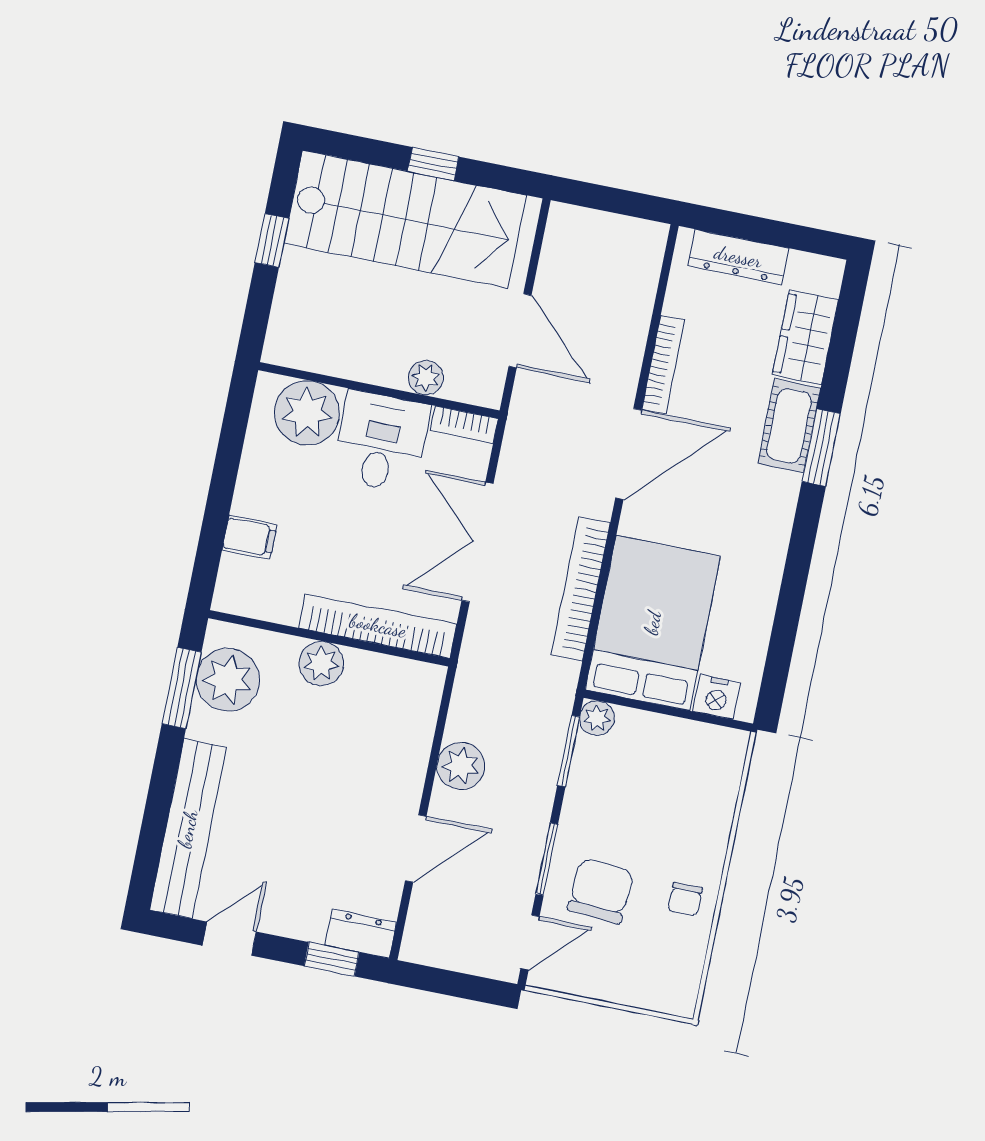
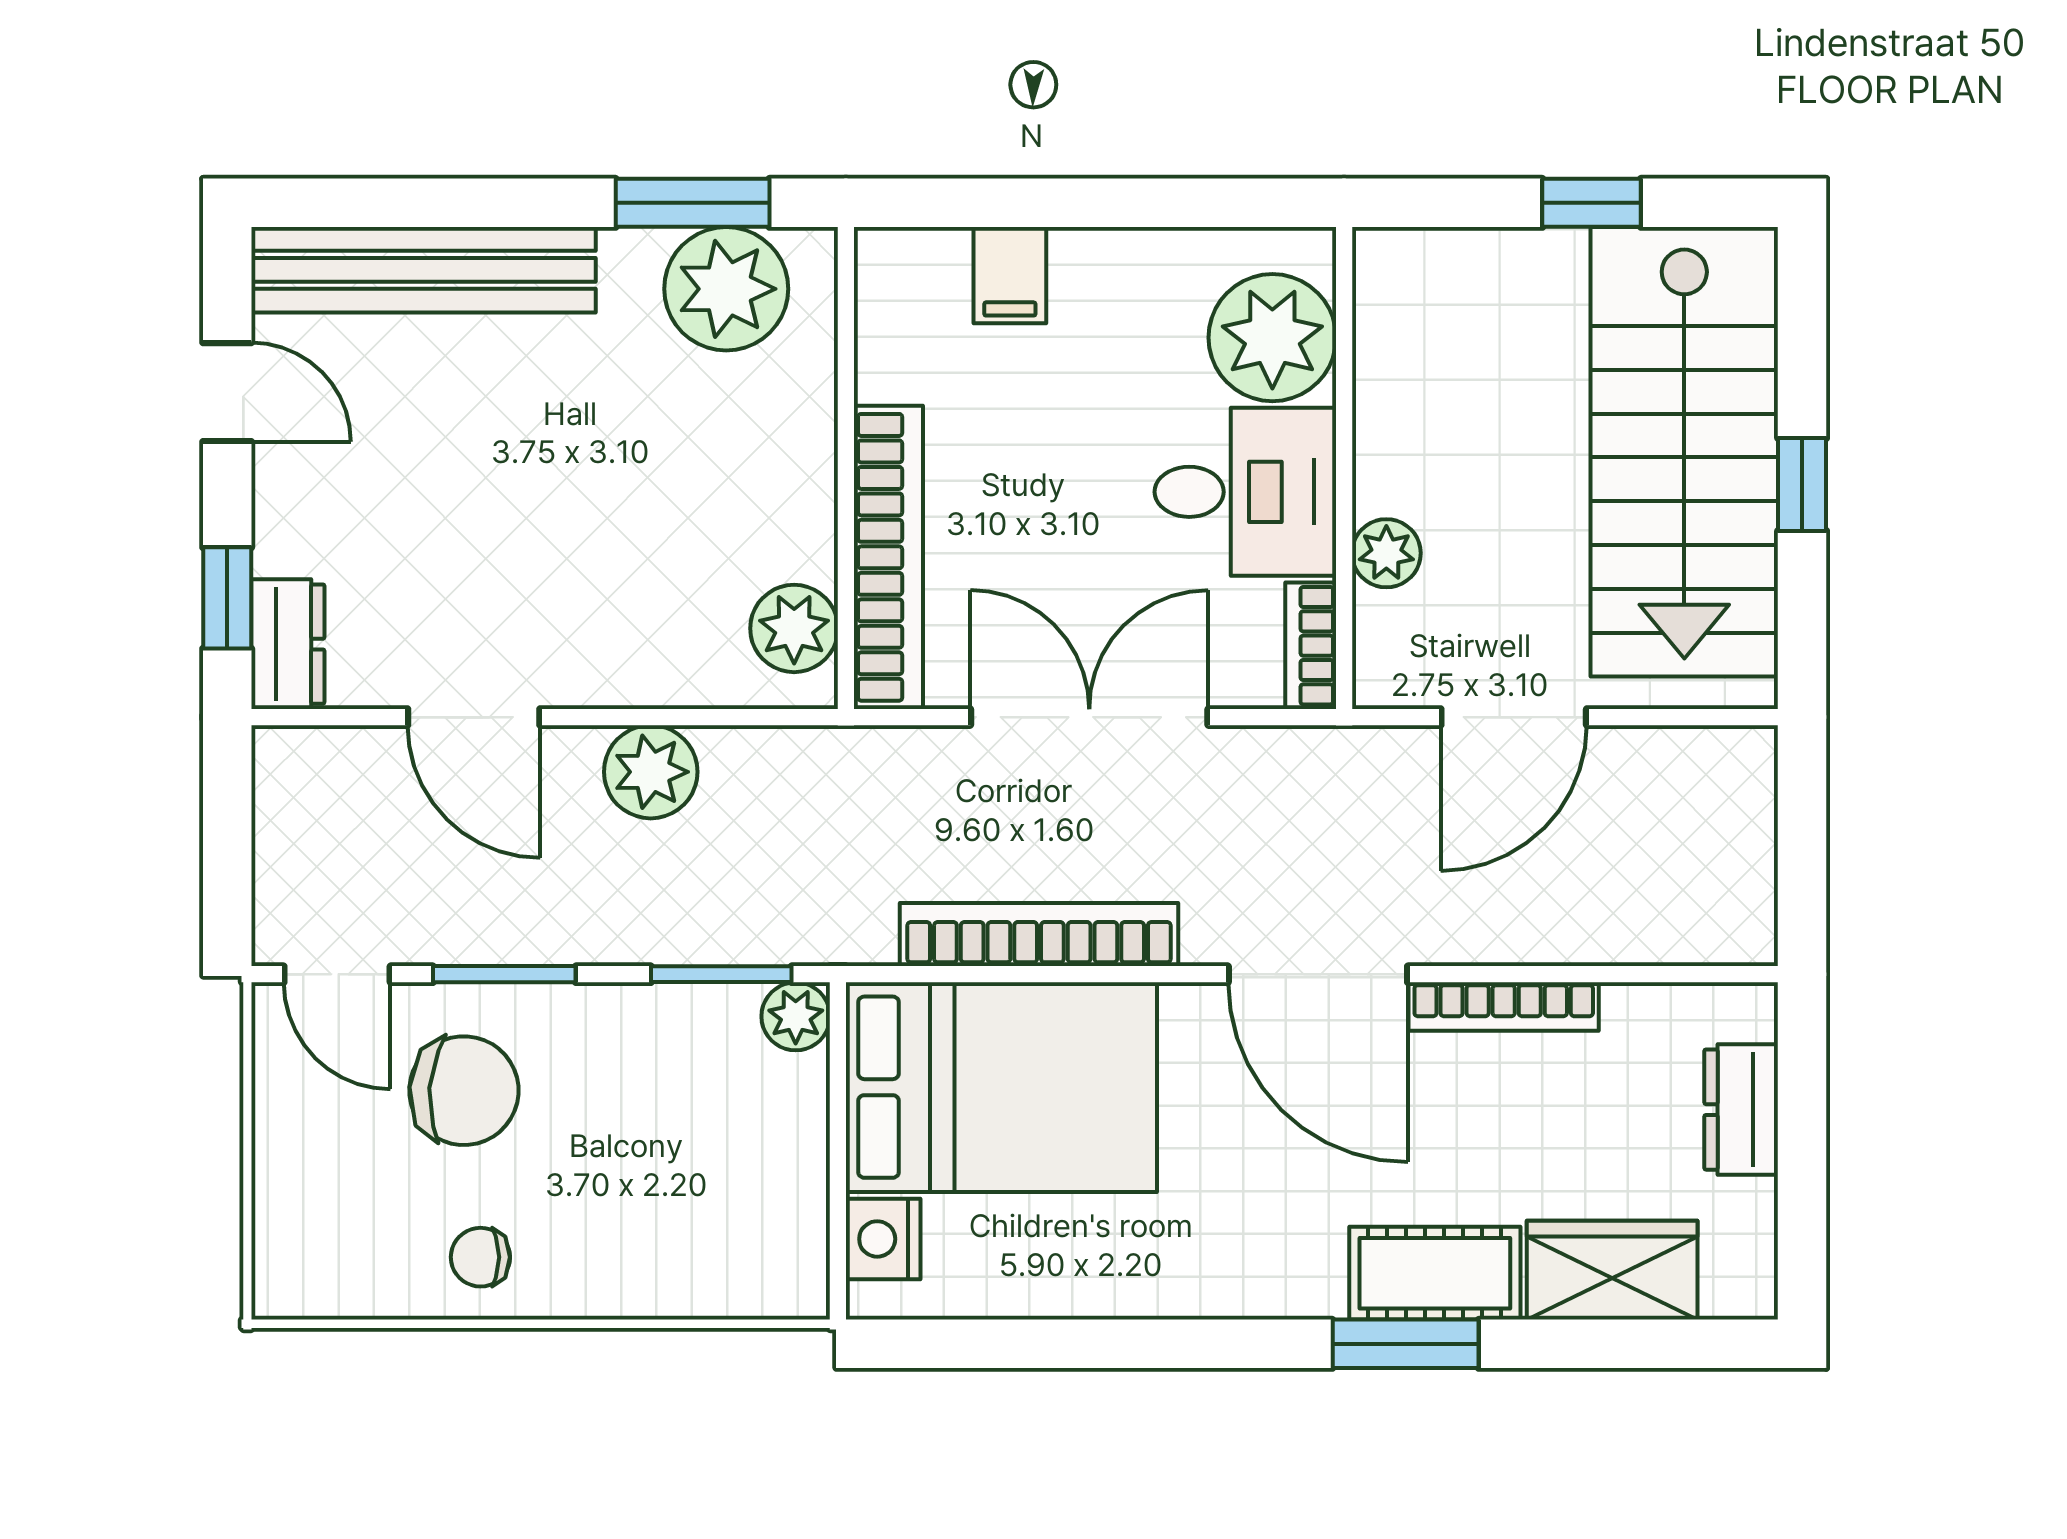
dresser: (738, 257) -> (1741, 1110), width x0.70
plant: (321, 663) -> (794, 628), moved

